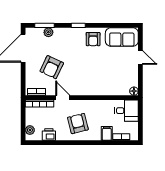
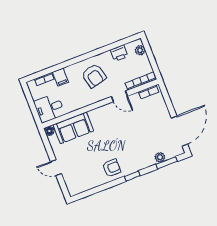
sofa: (122, 37) -> (73, 128), moved, turned 180
armchair: (93, 39) -> (112, 168), turned 90
armchair: (52, 67) -> (143, 123), removed

